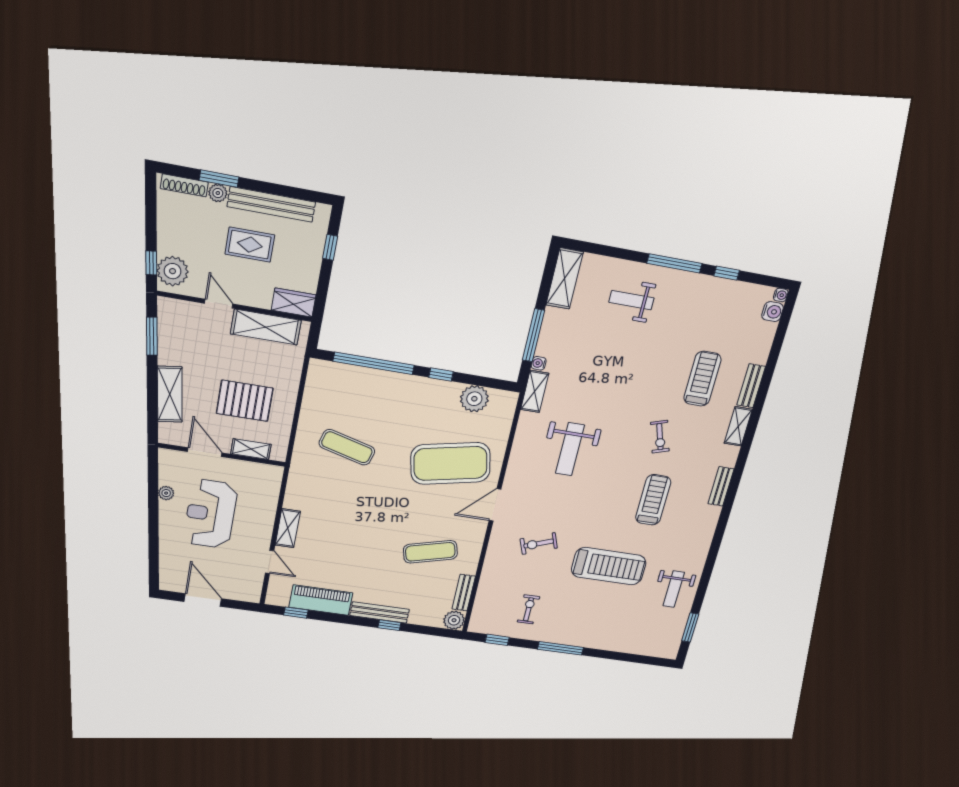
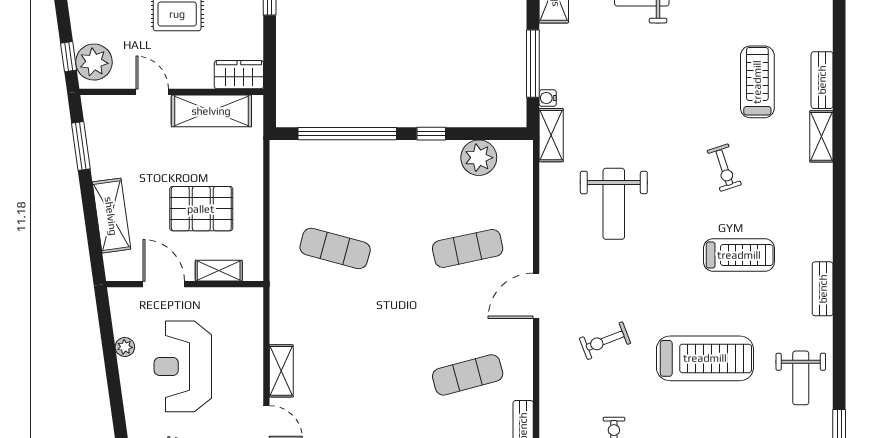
exercise mat: (450, 463) -> (468, 248), width x0.50, depth x0.69
bench: (721, 486) -> (823, 289), moved
treadmill: (653, 500) -> (739, 255), turned 90

